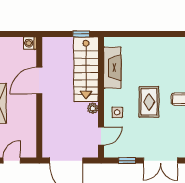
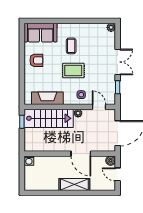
armchair: (163, 53) -> (36, 60), added
door: (39, 81) -> (81, 154), moved
boiler: (30, 151) -> (111, 161), added

